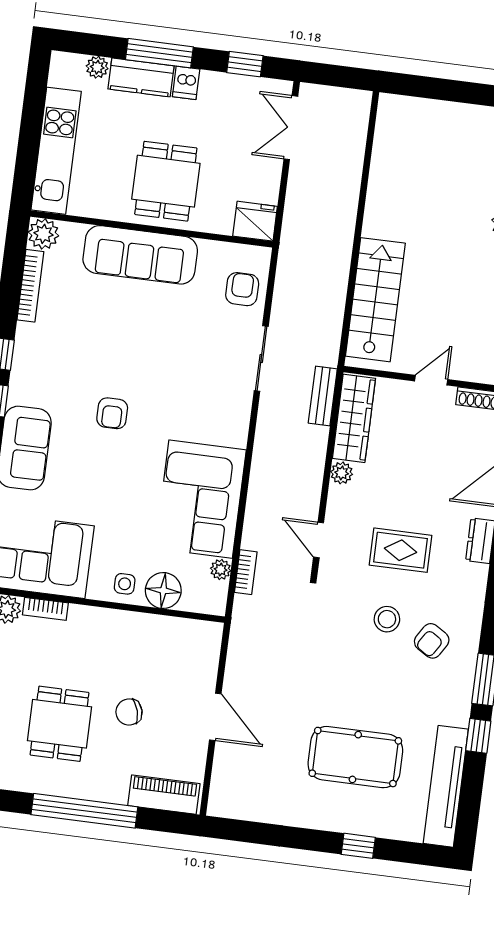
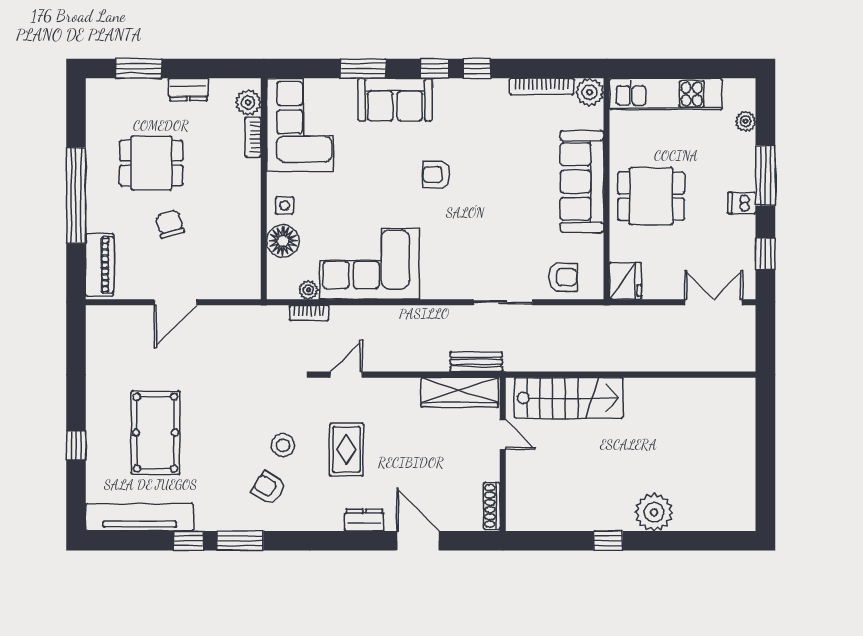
kitchen counter: (141, 77) -> (742, 162), removed
door: (431, 380) -> (503, 434), moved
plant: (342, 473) -> (409, 388), removed

